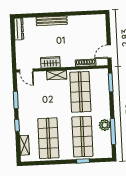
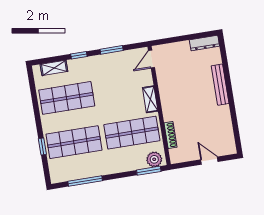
door: (109, 52) -> (209, 161), moved
wardrobe: (50, 62) -> (166, 89), removed
plant: (105, 125) -> (154, 159), moved

